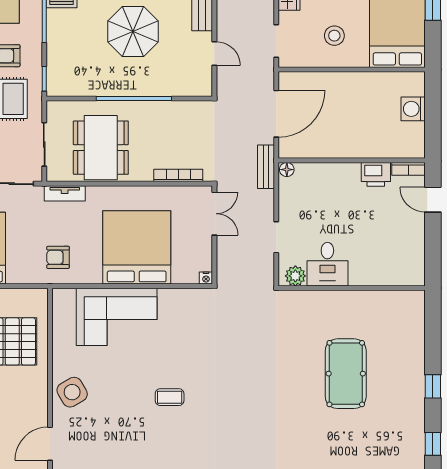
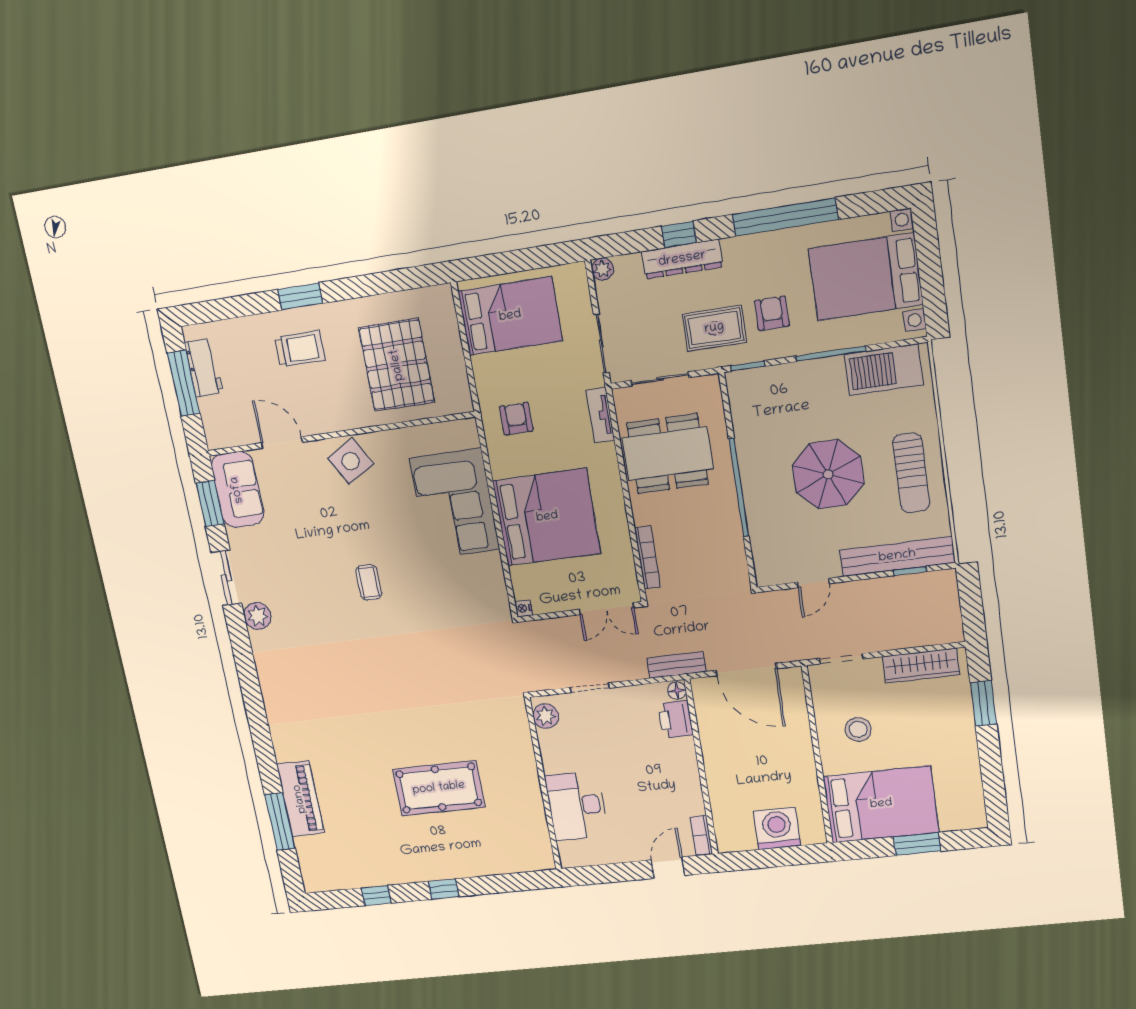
washing machine: (413, 109) -> (777, 828), width x1.37, depth x1.37
printer: (376, 174) -> (675, 719), moved
desk: (327, 264) -> (577, 806), moved, width x1.37

